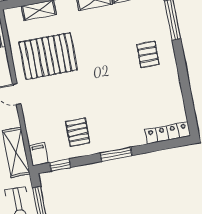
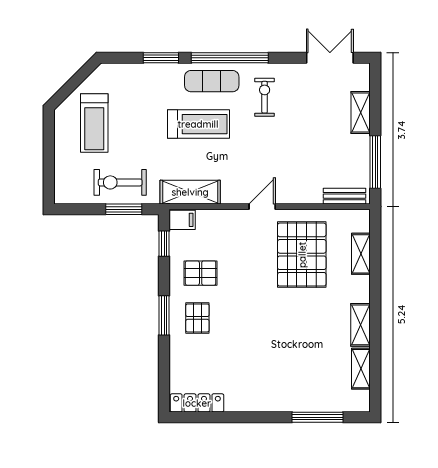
pallet: (148, 54) -> (197, 318), moved, turned 90
locker: (168, 133) -> (197, 403), moved, turned -90

